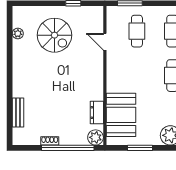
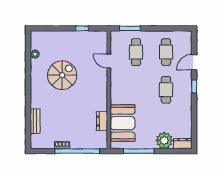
spiral stairs: (54, 35) -> (62, 75), moved, turned -90
plant: (96, 137) -> (101, 142), removed
window: (140, 148) -> (139, 151), width x1.44

